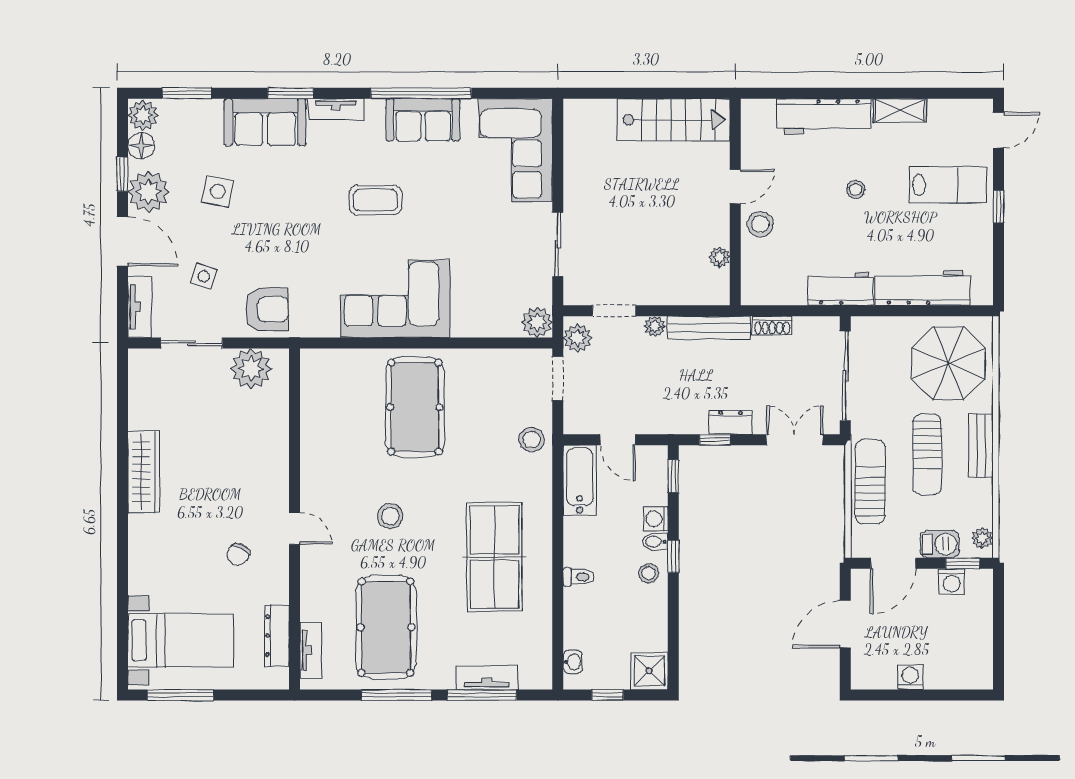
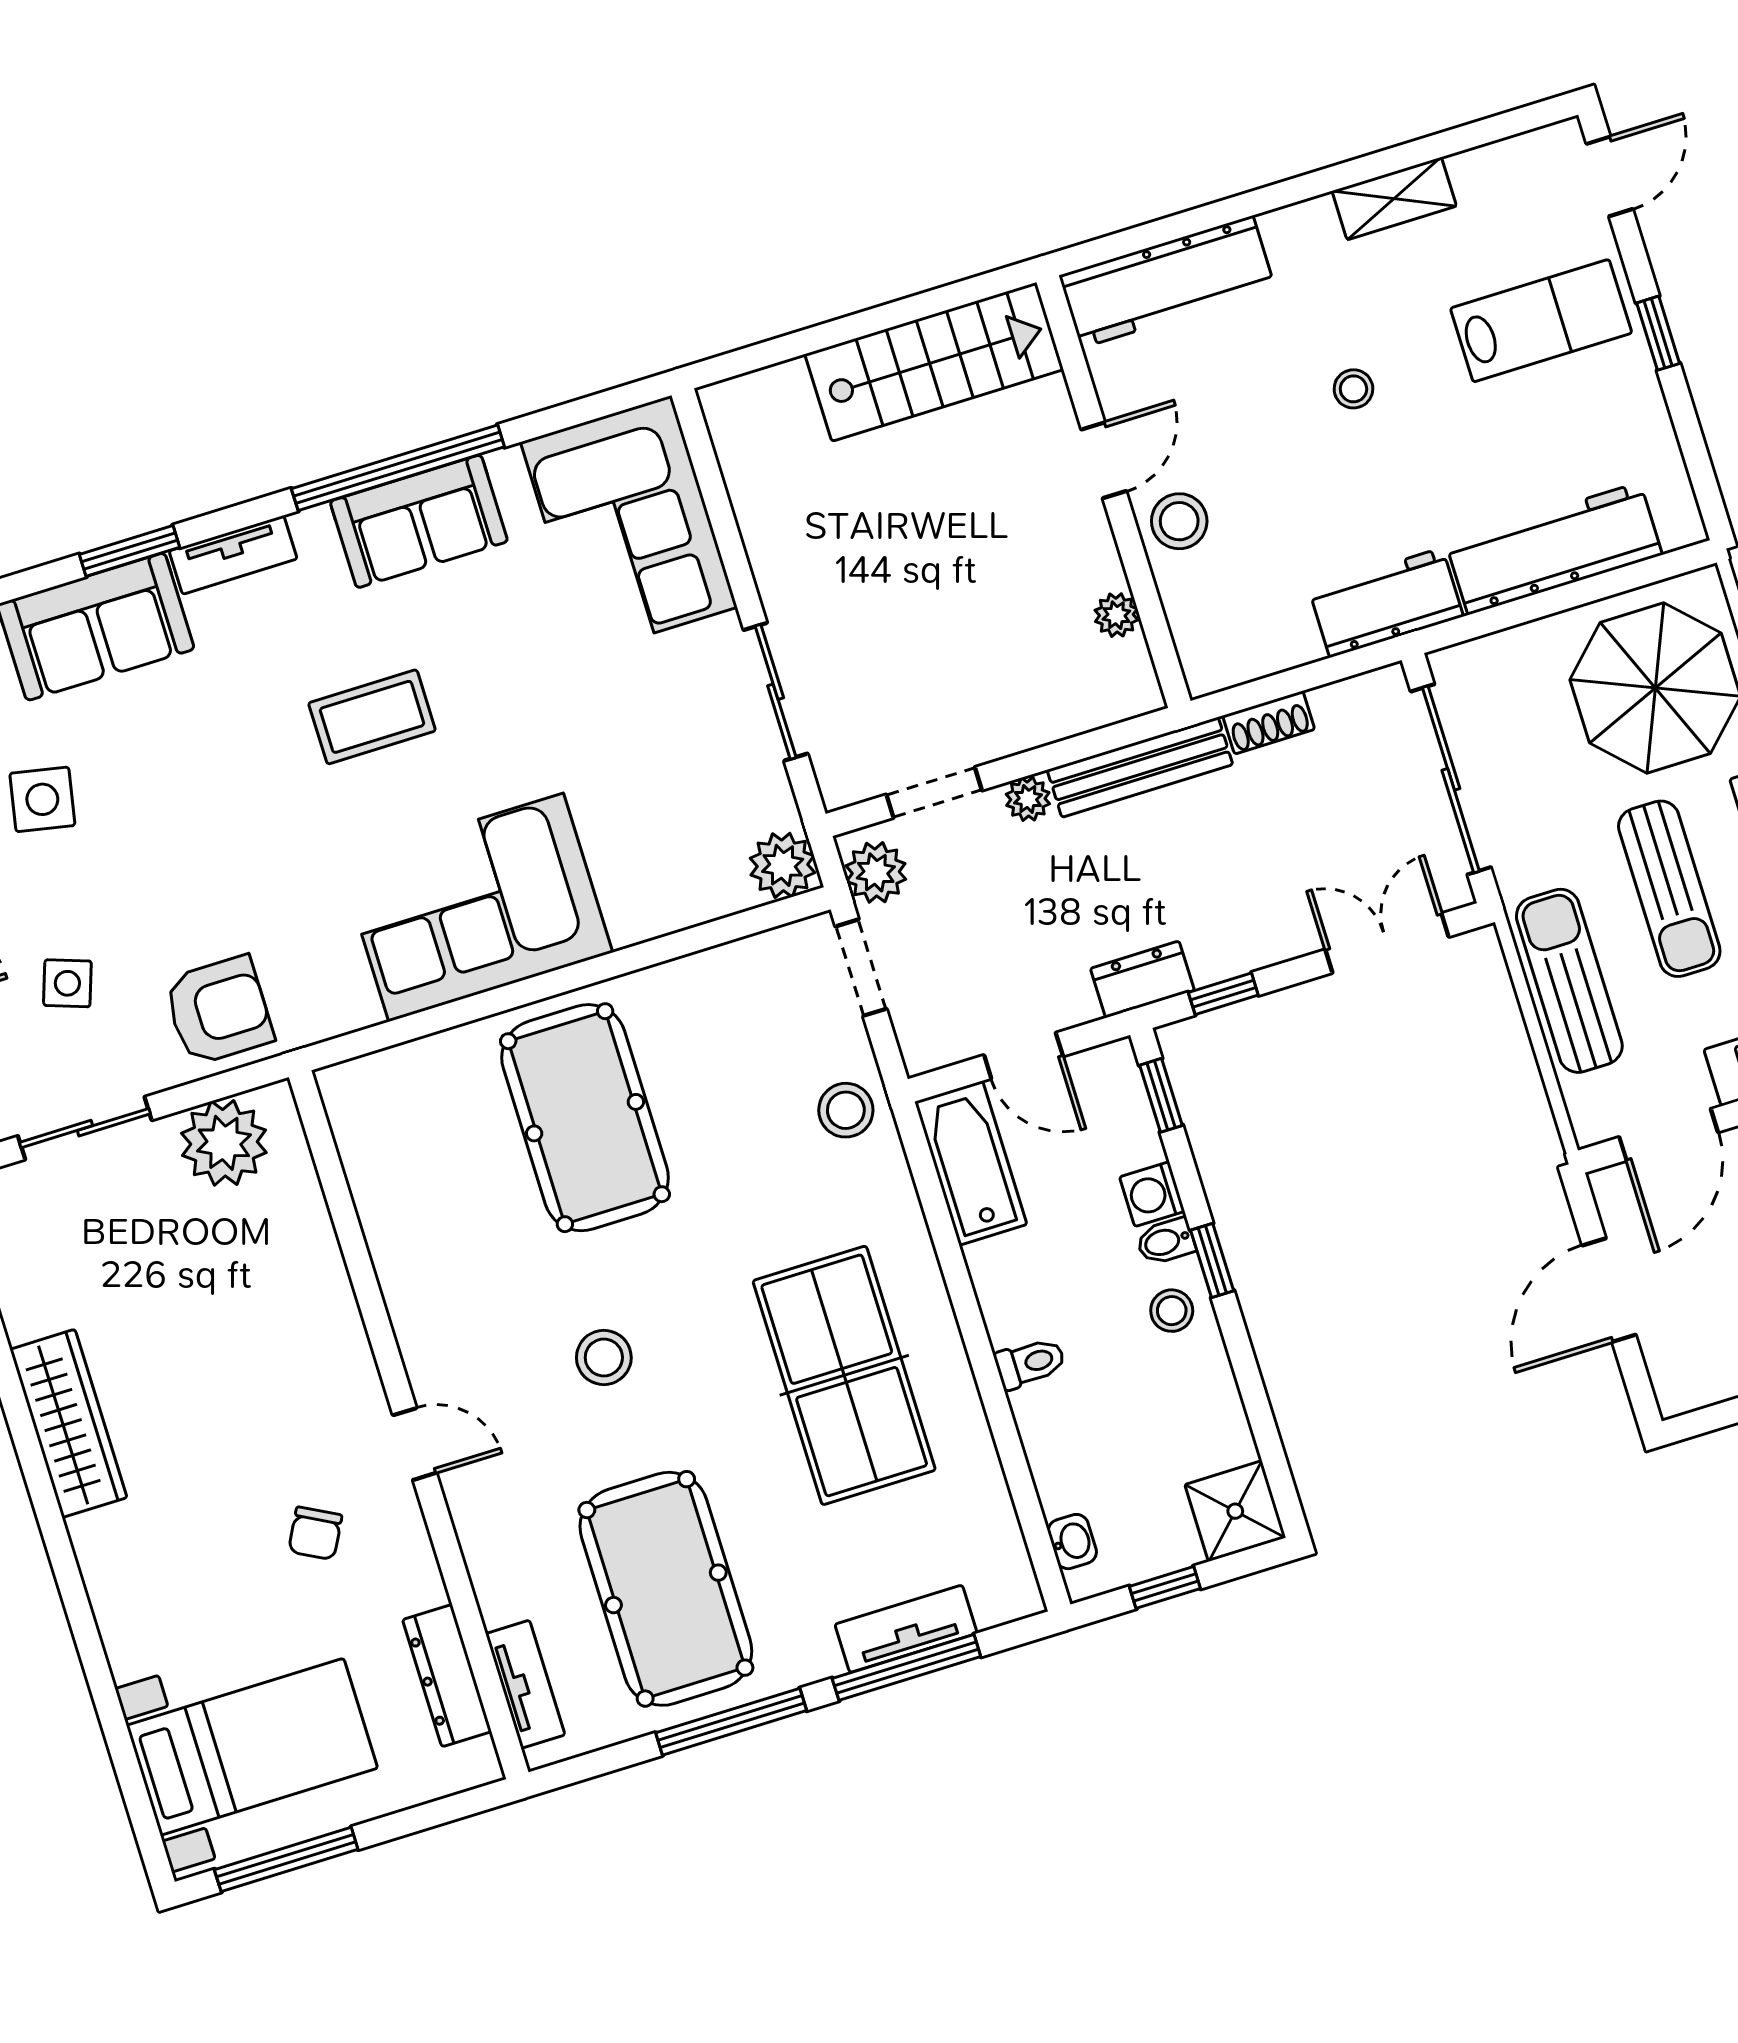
workbench: (824, 116) -> (1167, 282), moved
dresser: (731, 422) -> (1142, 979), moved

